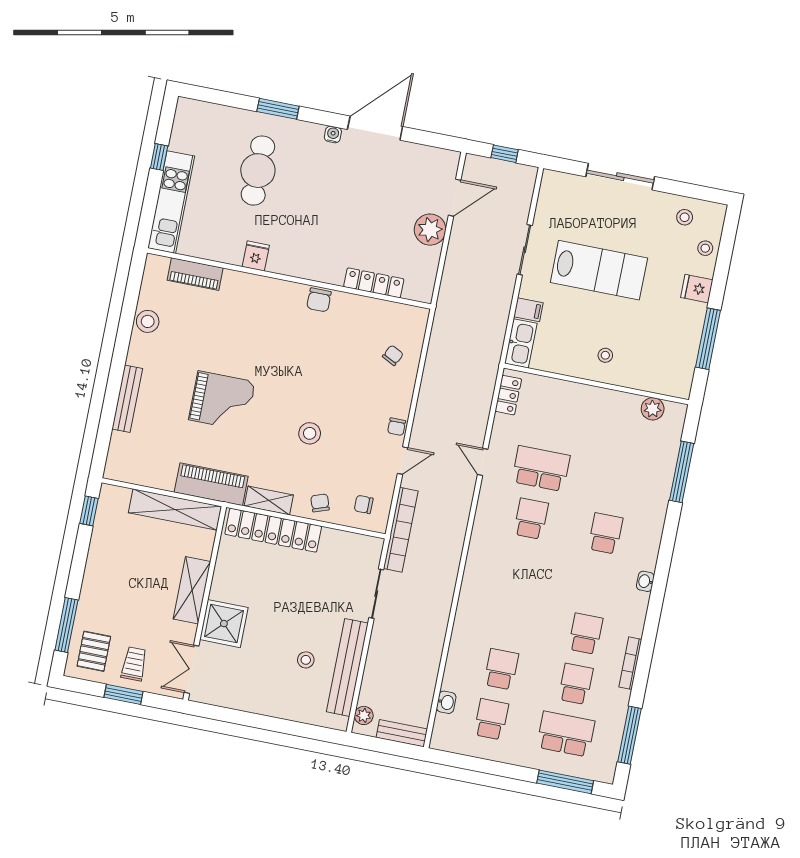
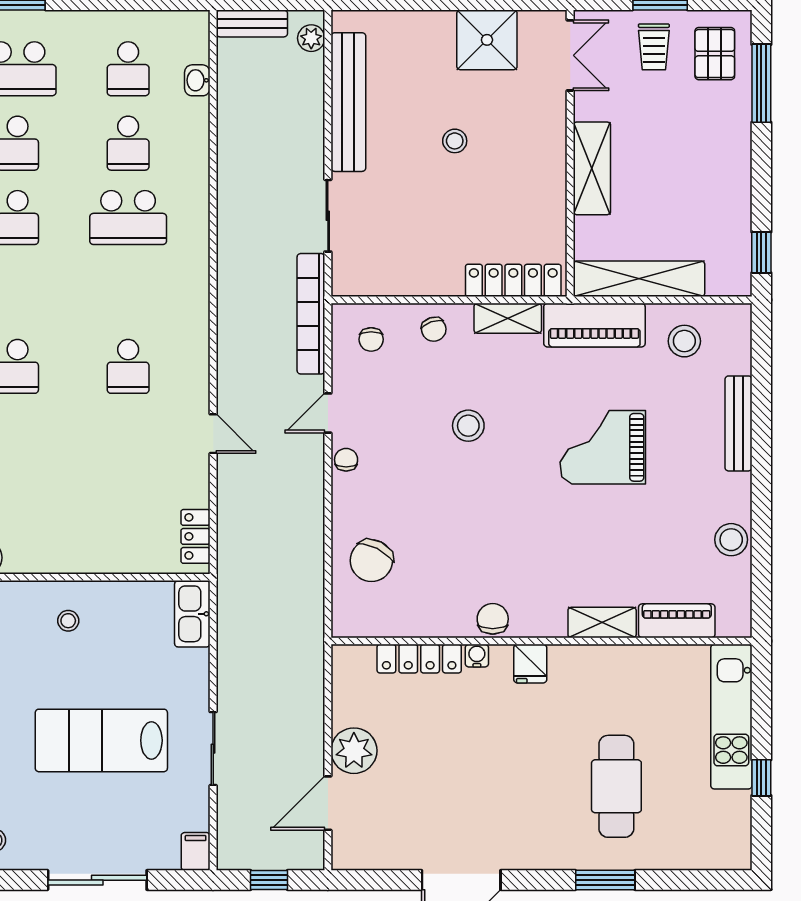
water cooler: (333, 134) -> (477, 656), moved, turned 180
fridge: (256, 256) -> (530, 664), moved
shelving: (246, 283) -> (602, 622), added
filing cabinet: (528, 310) -> (196, 851), moved, turned 90
chair: (393, 355) -> (371, 561), width x1.87, depth x1.87
stool: (153, 462) -> (684, 341), added
school desk: (541, 469) -> (128, 218), moved
chair: (364, 504) -> (371, 339), turned 90
locker: (273, 530) -> (513, 280), width x0.71, depth x0.83
shower: (224, 624) -> (487, 40), moved
stool: (306, 660) -> (455, 141), moved

